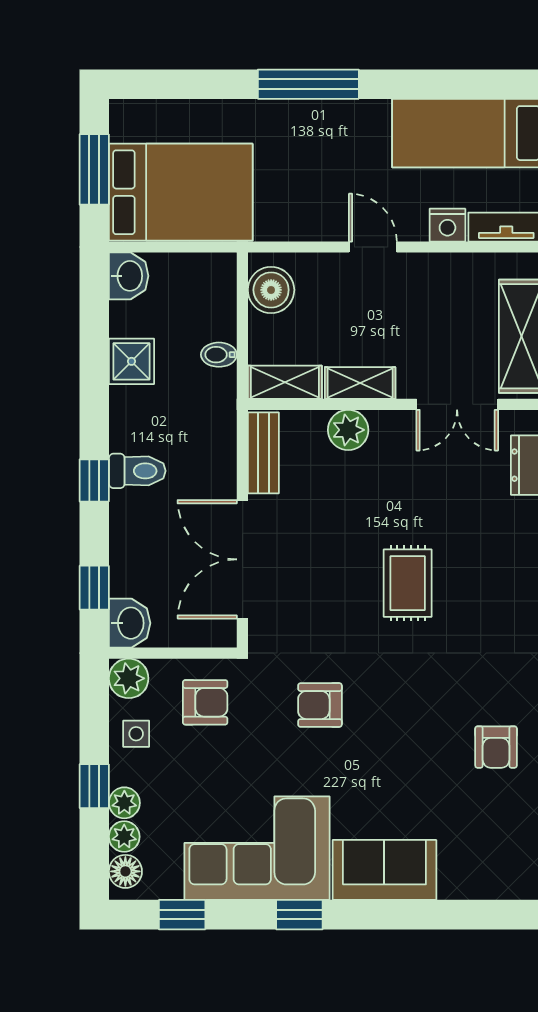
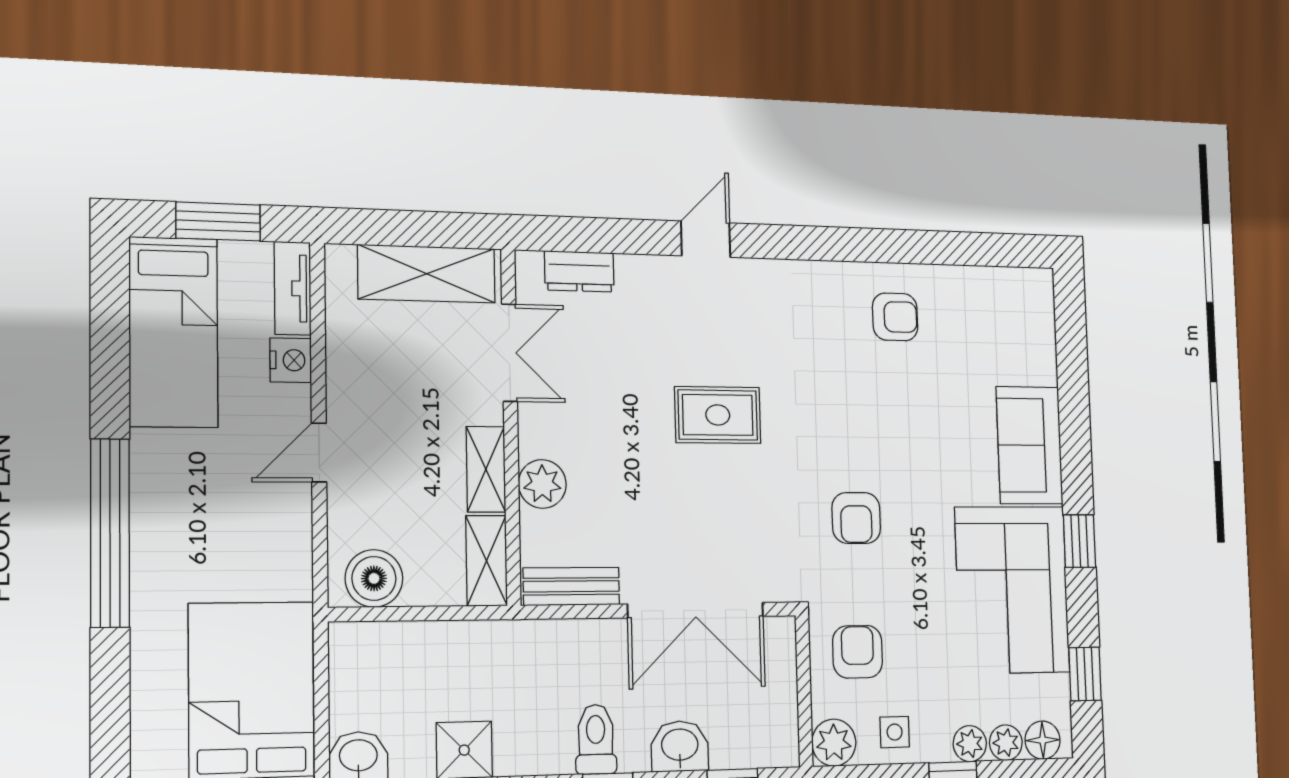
window: (308, 84) -> (110, 533), width x1.46
bidet: (219, 355) -> (454, 642), removed
washbasin: (130, 623) -> (680, 746), moved

